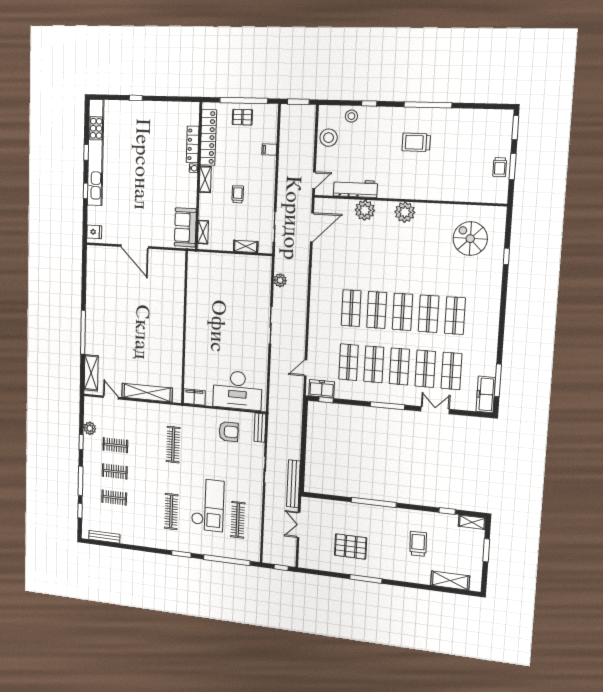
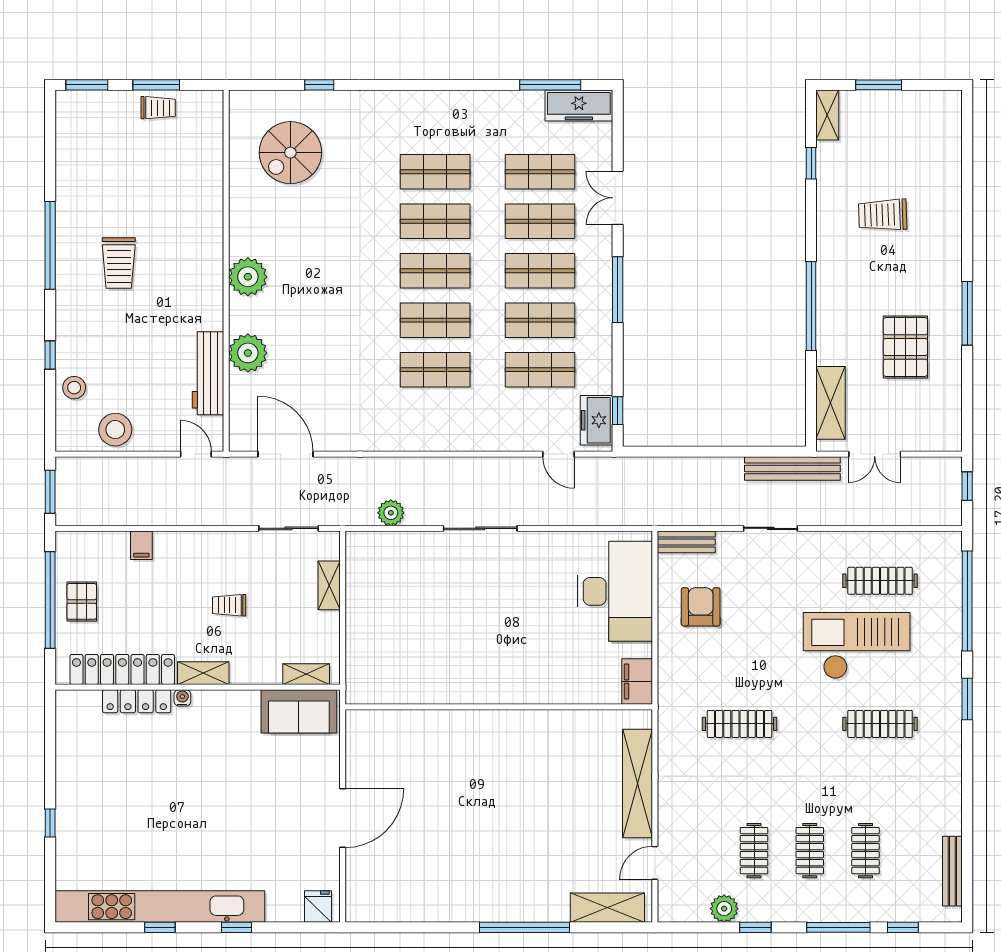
shelving: (450, 581) -> (831, 403), moved

